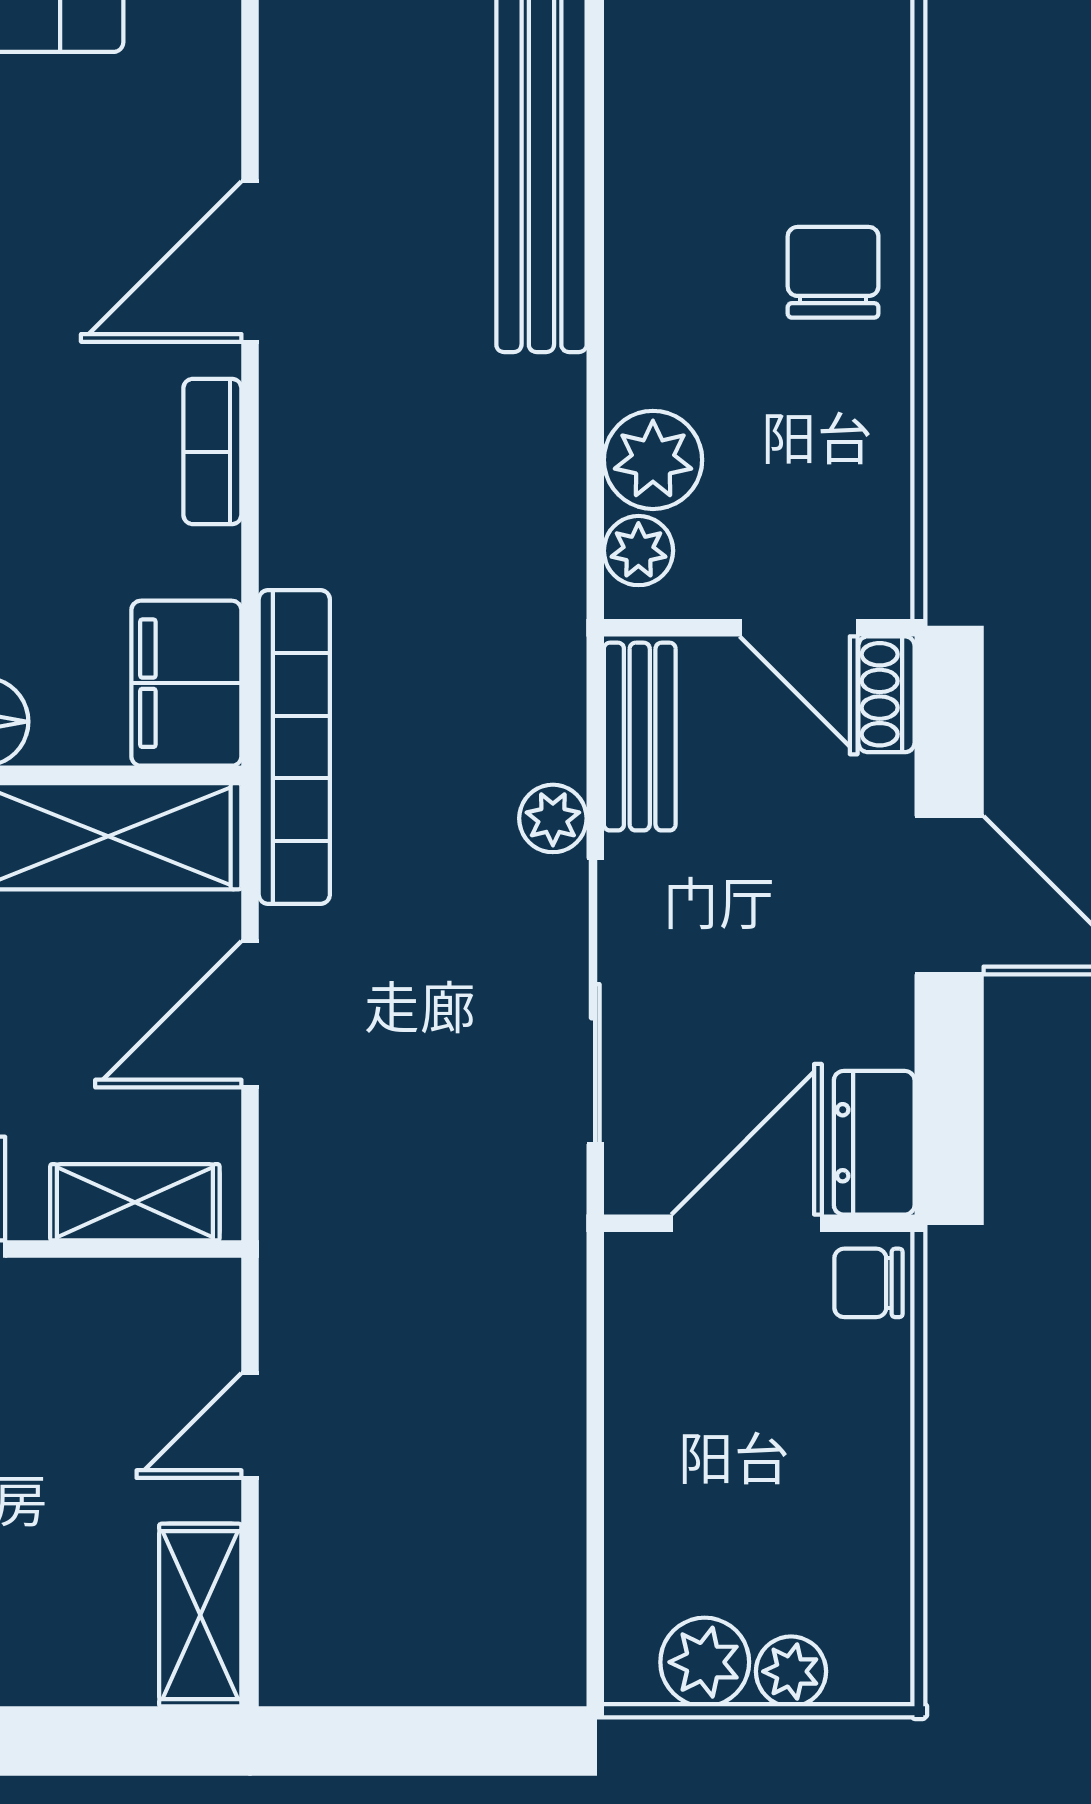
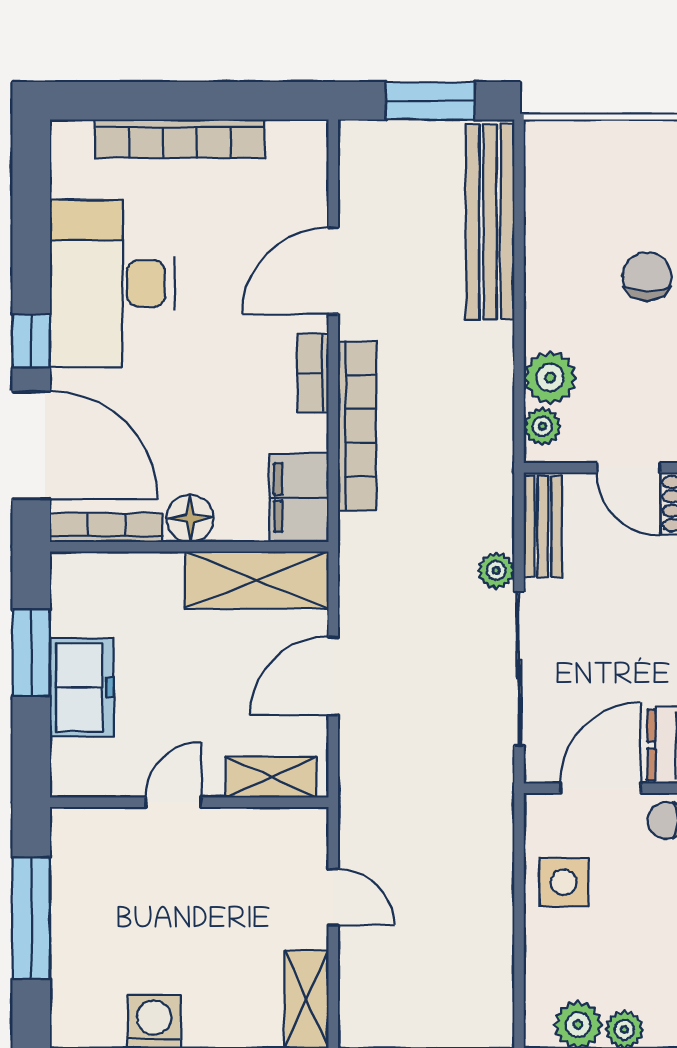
bookcase: (294, 747) -> (357, 426), moved
side table: (678, 1398) -> (564, 882), added
door: (250, 1426) -> (333, 897), swing flipped

